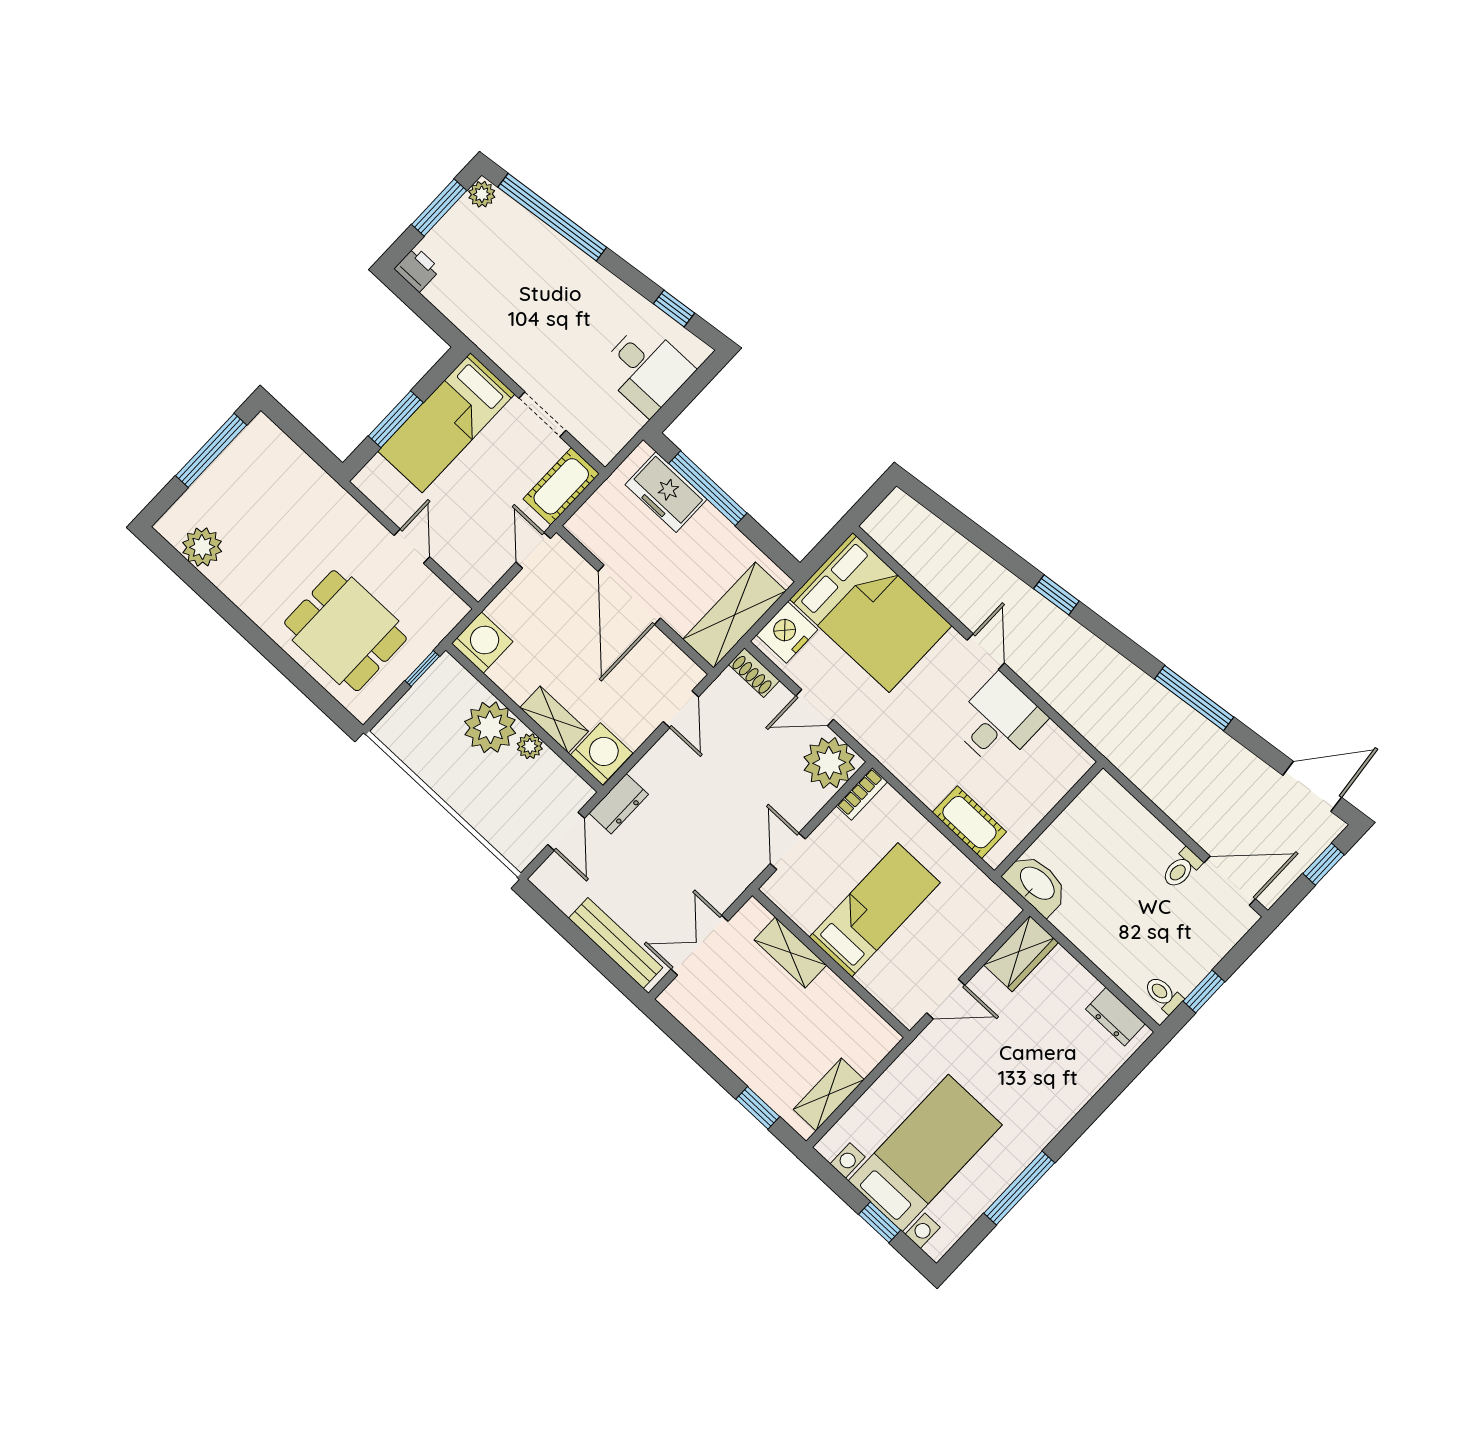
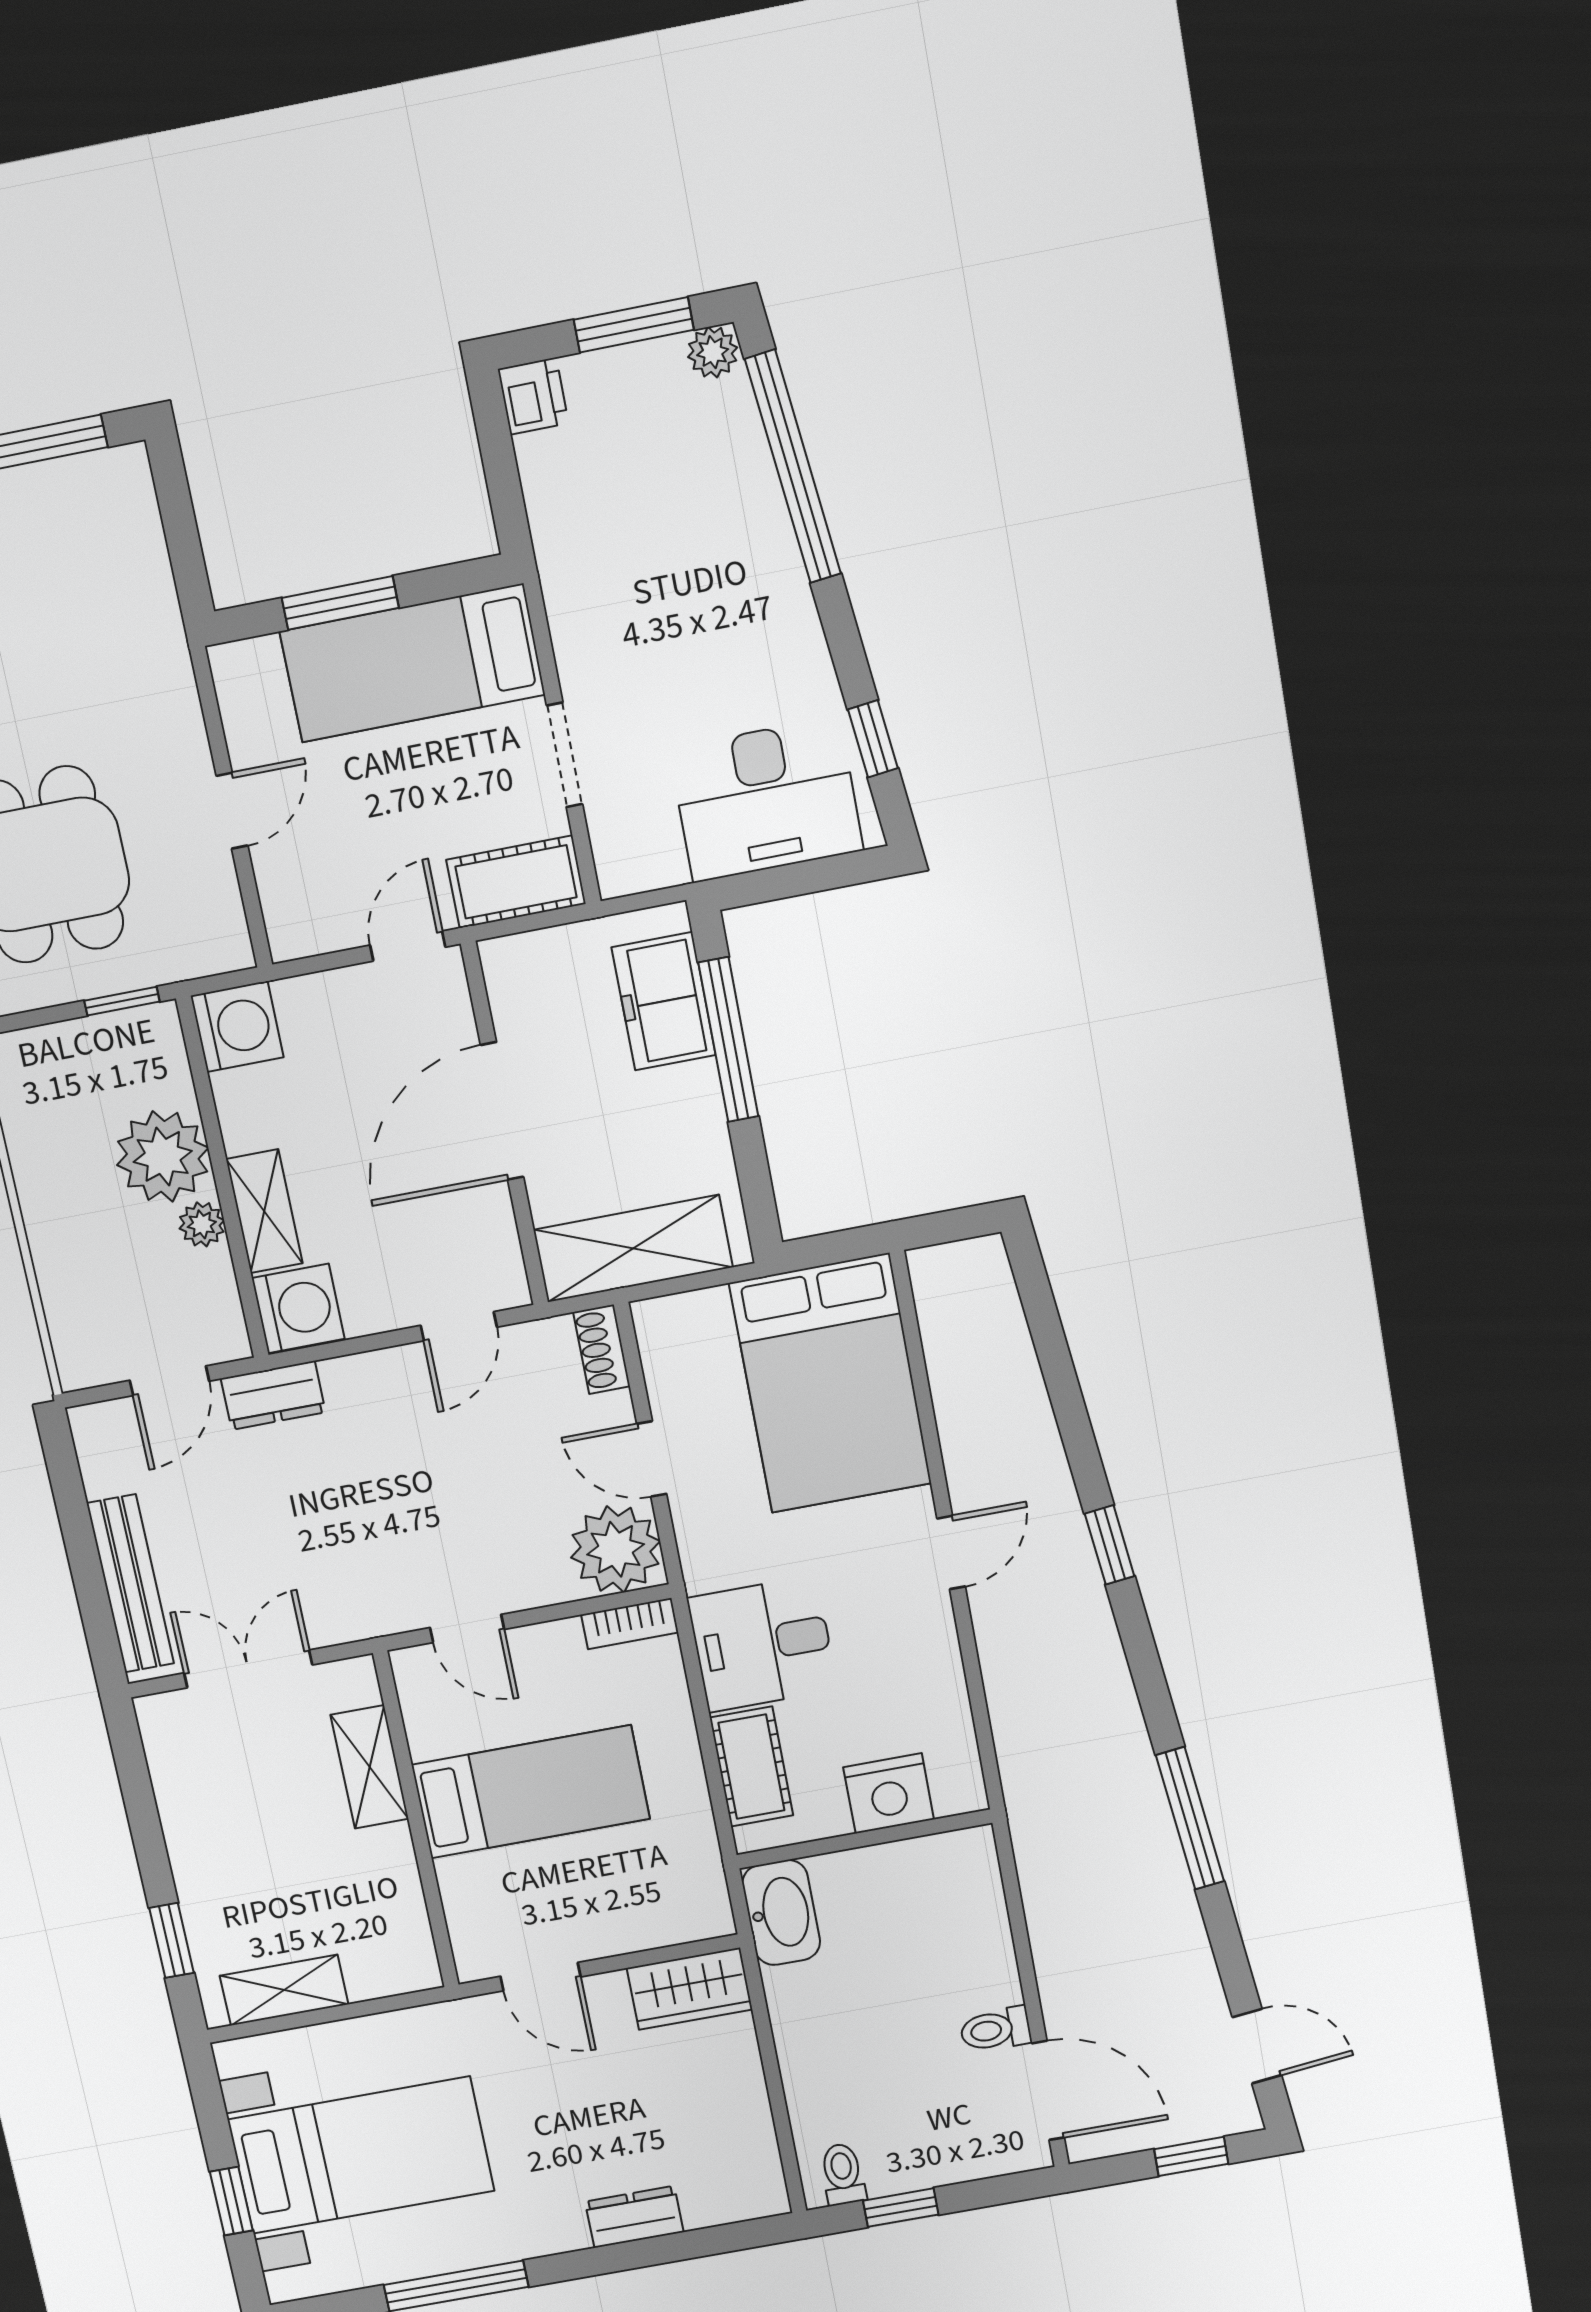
desk: (646, 369) -> (766, 800), width x1.37
nightstand: (787, 632) -> (889, 1793), moved, turned 180
desk: (998, 721) -> (762, 1644), moved, turned 180
door: (1312, 786) -> (1257, 2046), width x0.73
door: (788, 851) -> (467, 1629), swing flipped
dresser: (1115, 1017) -> (634, 2217), moved, turned 90

